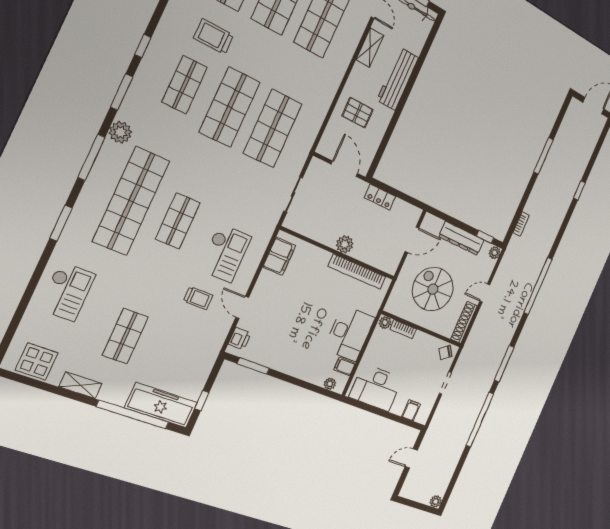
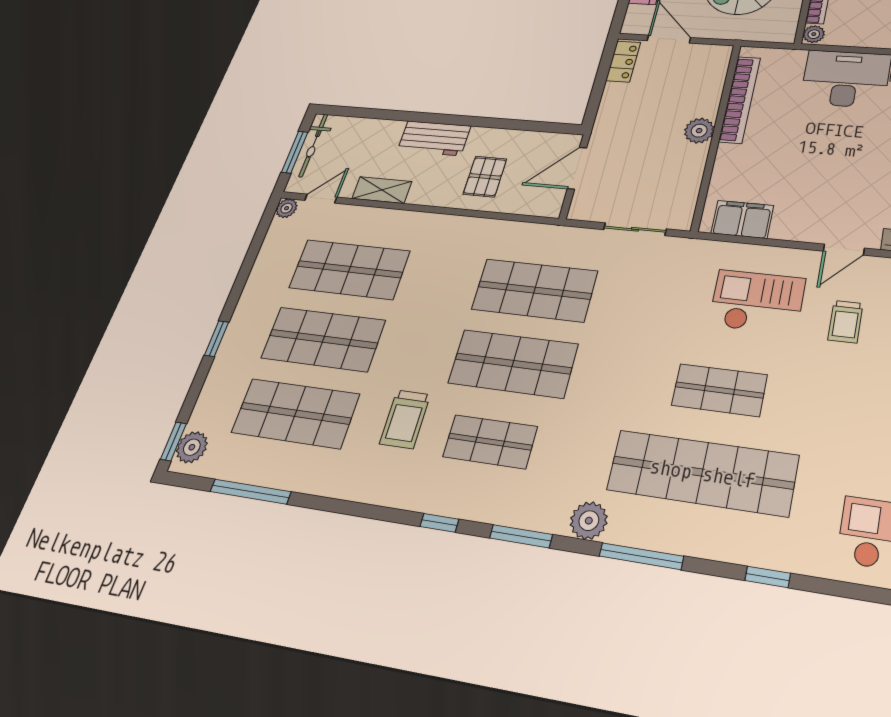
workbench: (398, 79) -> (434, 138), width x0.73
locker: (380, 197) -> (623, 62), moved
window: (61, 223) -> (768, 577), width x0.67
trolley: (198, 298) -> (846, 322), turned 180

